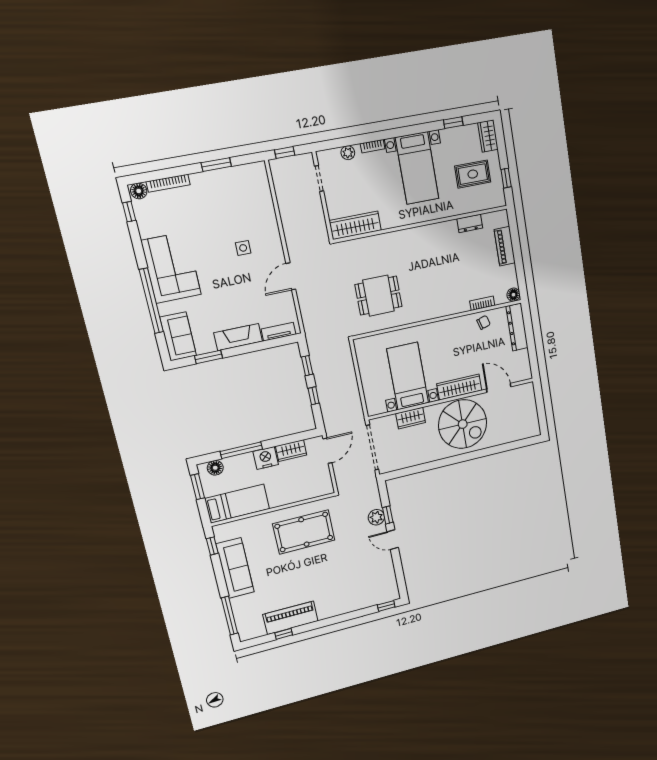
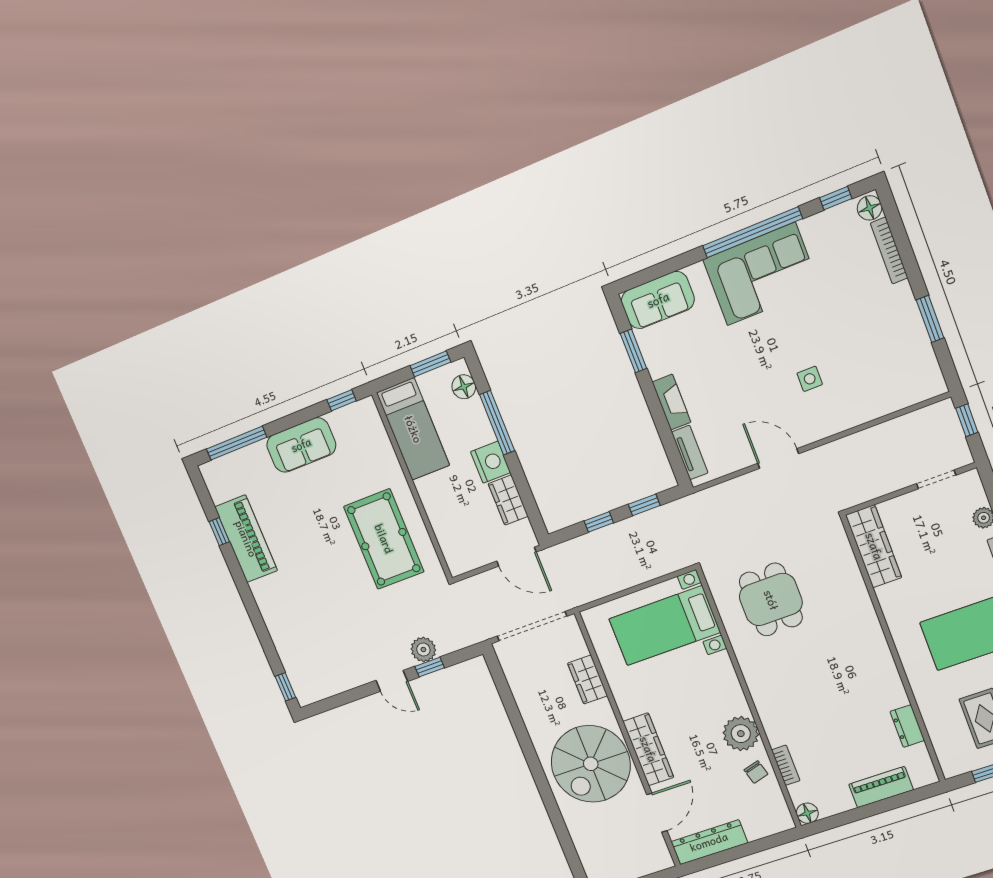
window: (151, 301) -> (752, 232), moved
dresser: (517, 327) -> (709, 842), moved
plant: (459, 328) -> (741, 734), added
fireplace: (238, 337) -> (671, 402), width x0.73, depth x0.76
bed with nightstands: (408, 376) -> (664, 626), moved, turned 180
door: (393, 540) -> (392, 681), swing flipped
sofa: (235, 568) -> (301, 445), width x0.73

